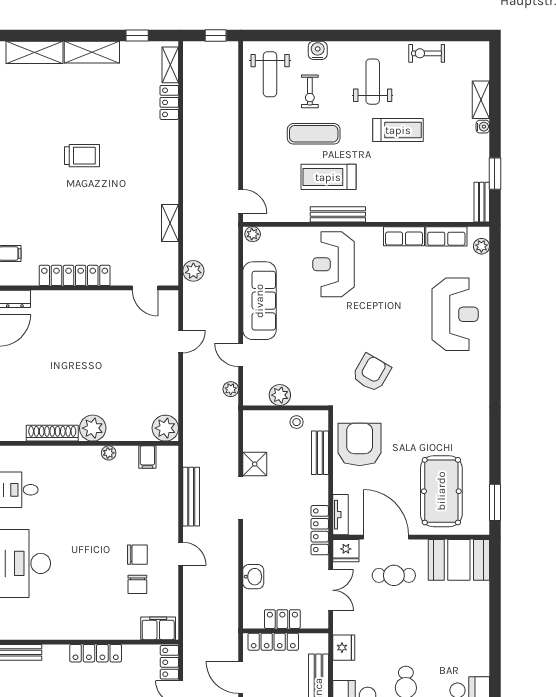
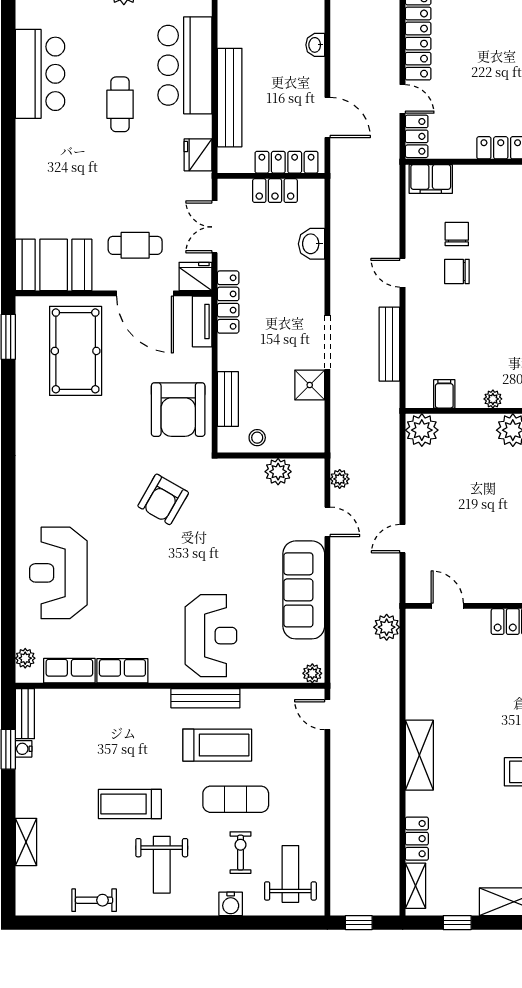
water cooler: (483, 127) -> (24, 749), moved
shelving: (170, 223) -> (419, 755), moved, width x1.50, depth x1.33

